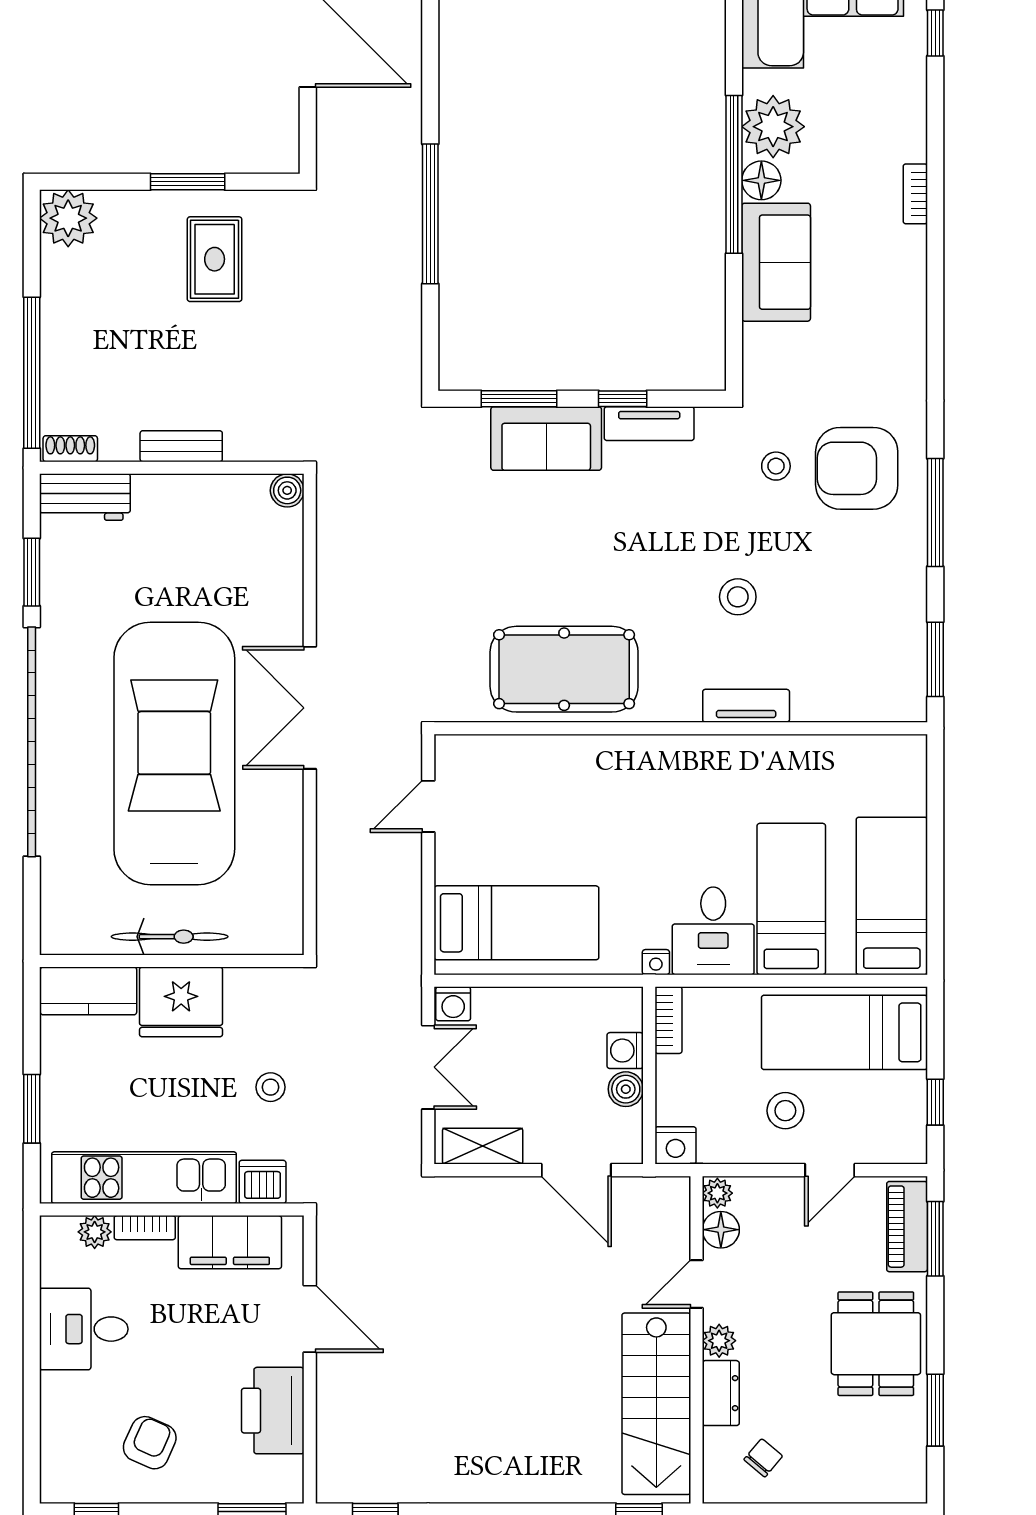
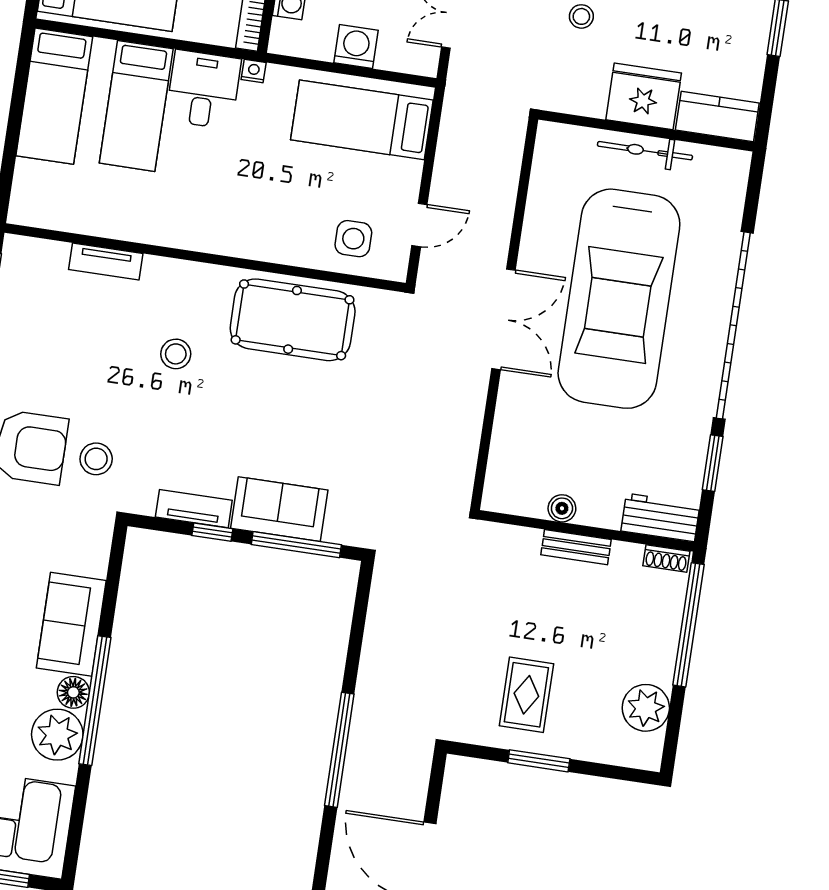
window: (430, 214) -> (339, 750), moved
plant: (68, 218) -> (646, 708), moved
window: (519, 399) -> (296, 545), width x1.44
stool: (776, 466) -> (96, 459), width x1.37, depth x1.37
boiler: (287, 490) -> (562, 508), moved
stool: (738, 597) -> (176, 354), moved
tv unit: (746, 706) -> (106, 262), moved
side table: (505, 778) -> (353, 239), added
washing machine: (453, 1004) -> (356, 46), moved, width x1.38, depth x1.38

